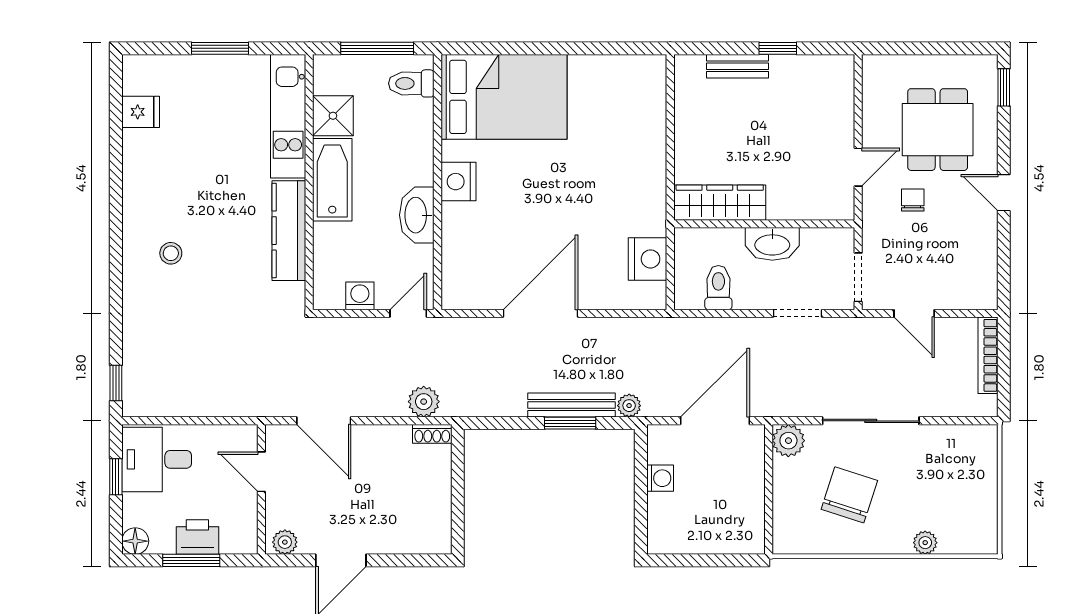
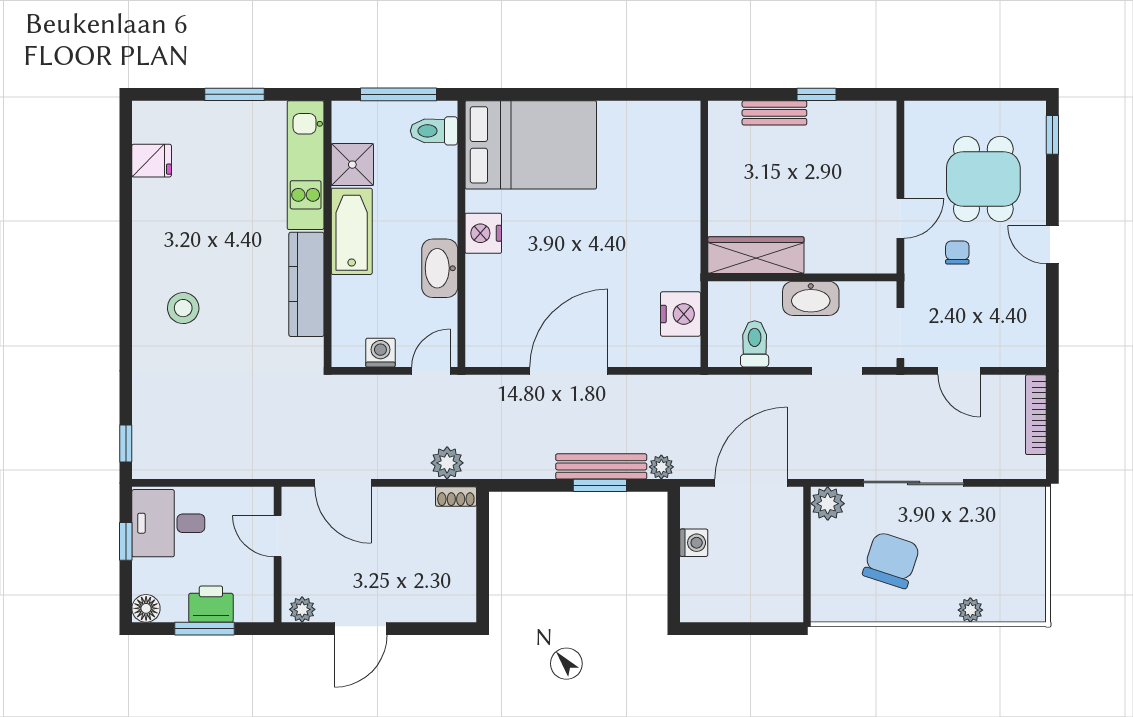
stool: (171, 253) -> (183, 308), width x1.37, depth x1.37

